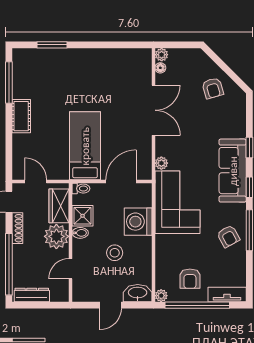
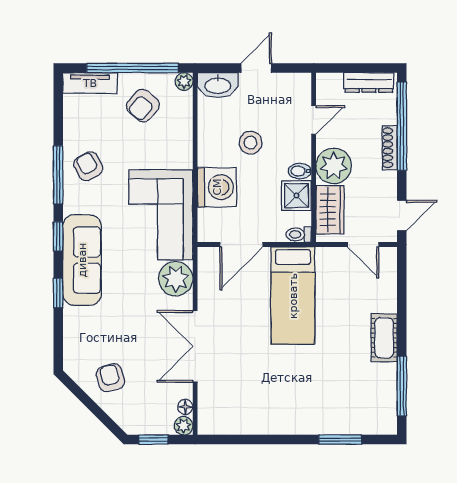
window: (183, 45) -> (153, 440), added
plant: (161, 163) -> (176, 279), width x1.88, depth x1.88
shoe rack: (17, 228) -> (390, 148), moved
armchair: (190, 279) -> (143, 106), turned -139

